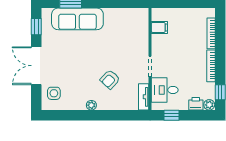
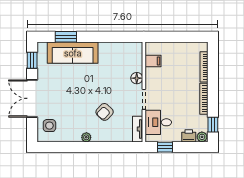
floor lamp: (143, 45) -> (137, 78), added

